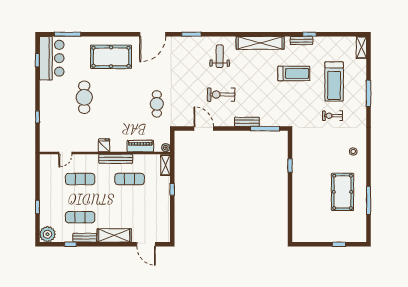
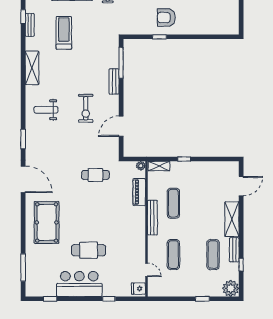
shelving: (260, 43) -> (32, 68), width x0.68
bar counter: (52, 58) -> (79, 284), moved
fridge: (104, 145) -> (138, 289), moved
armchair: (309, 172) -> (166, 18), added

